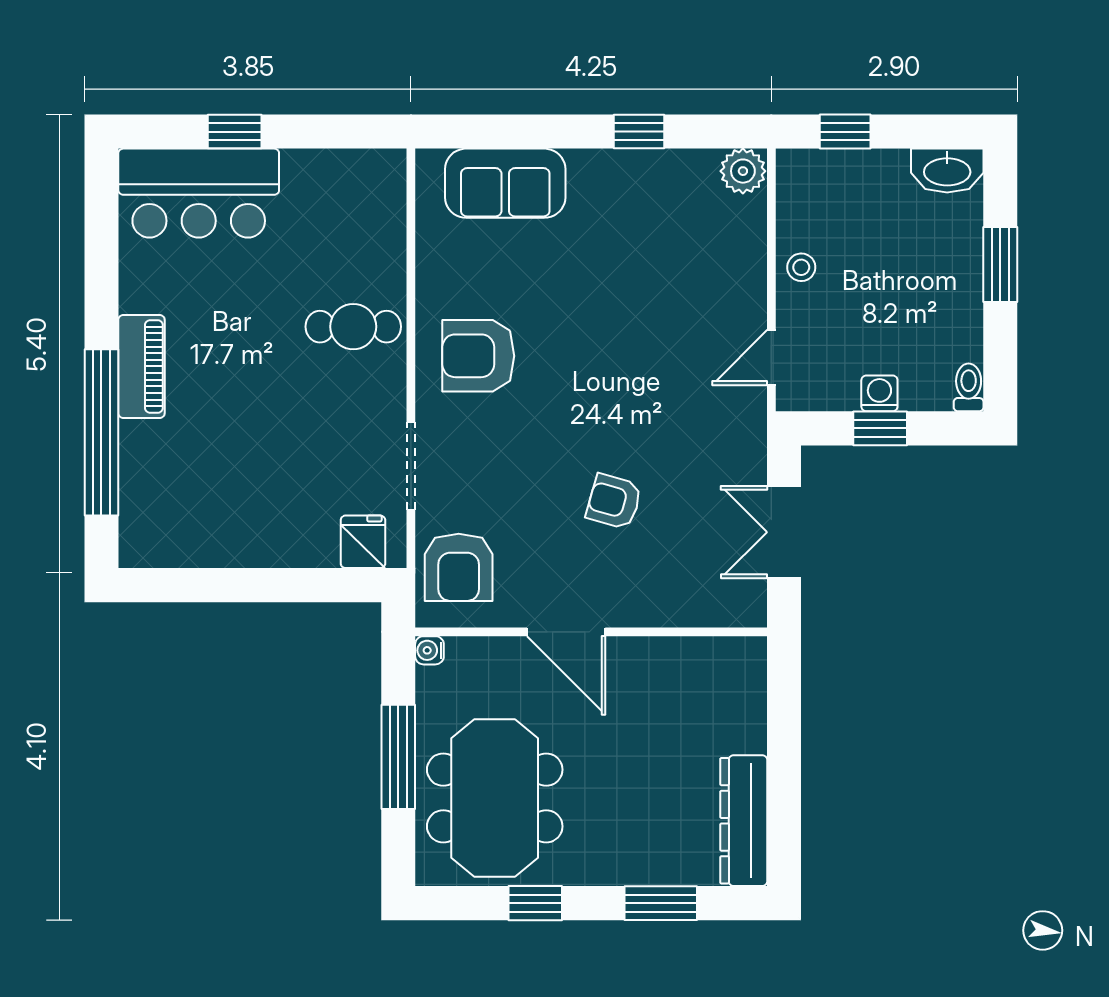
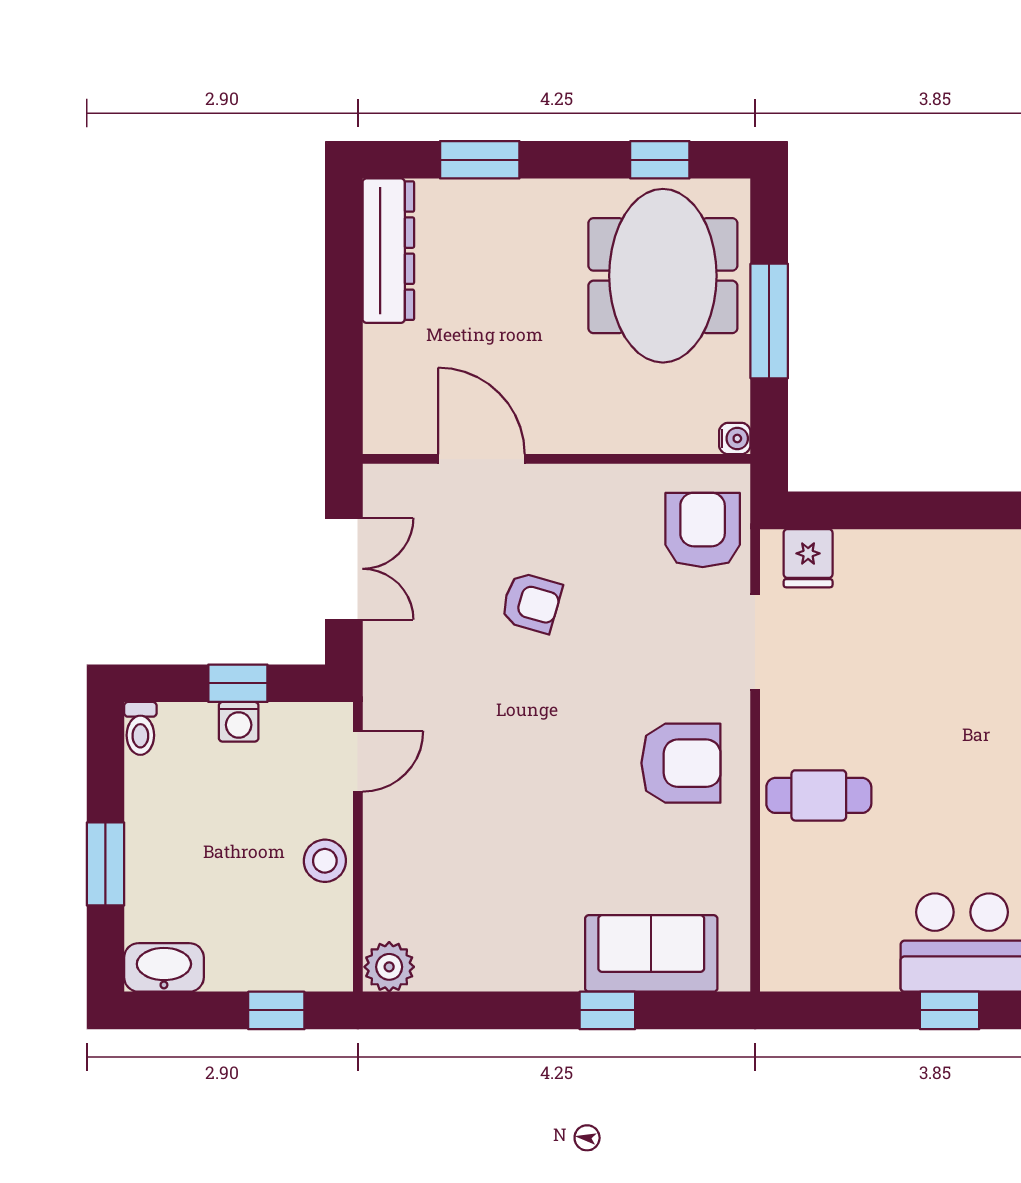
window: (639, 132) -> (607, 1010), moved
stool: (801, 267) -> (325, 861), width x1.37, depth x1.37
door: (566, 632) -> (481, 459), moved
window: (535, 903) -> (660, 160), moved

